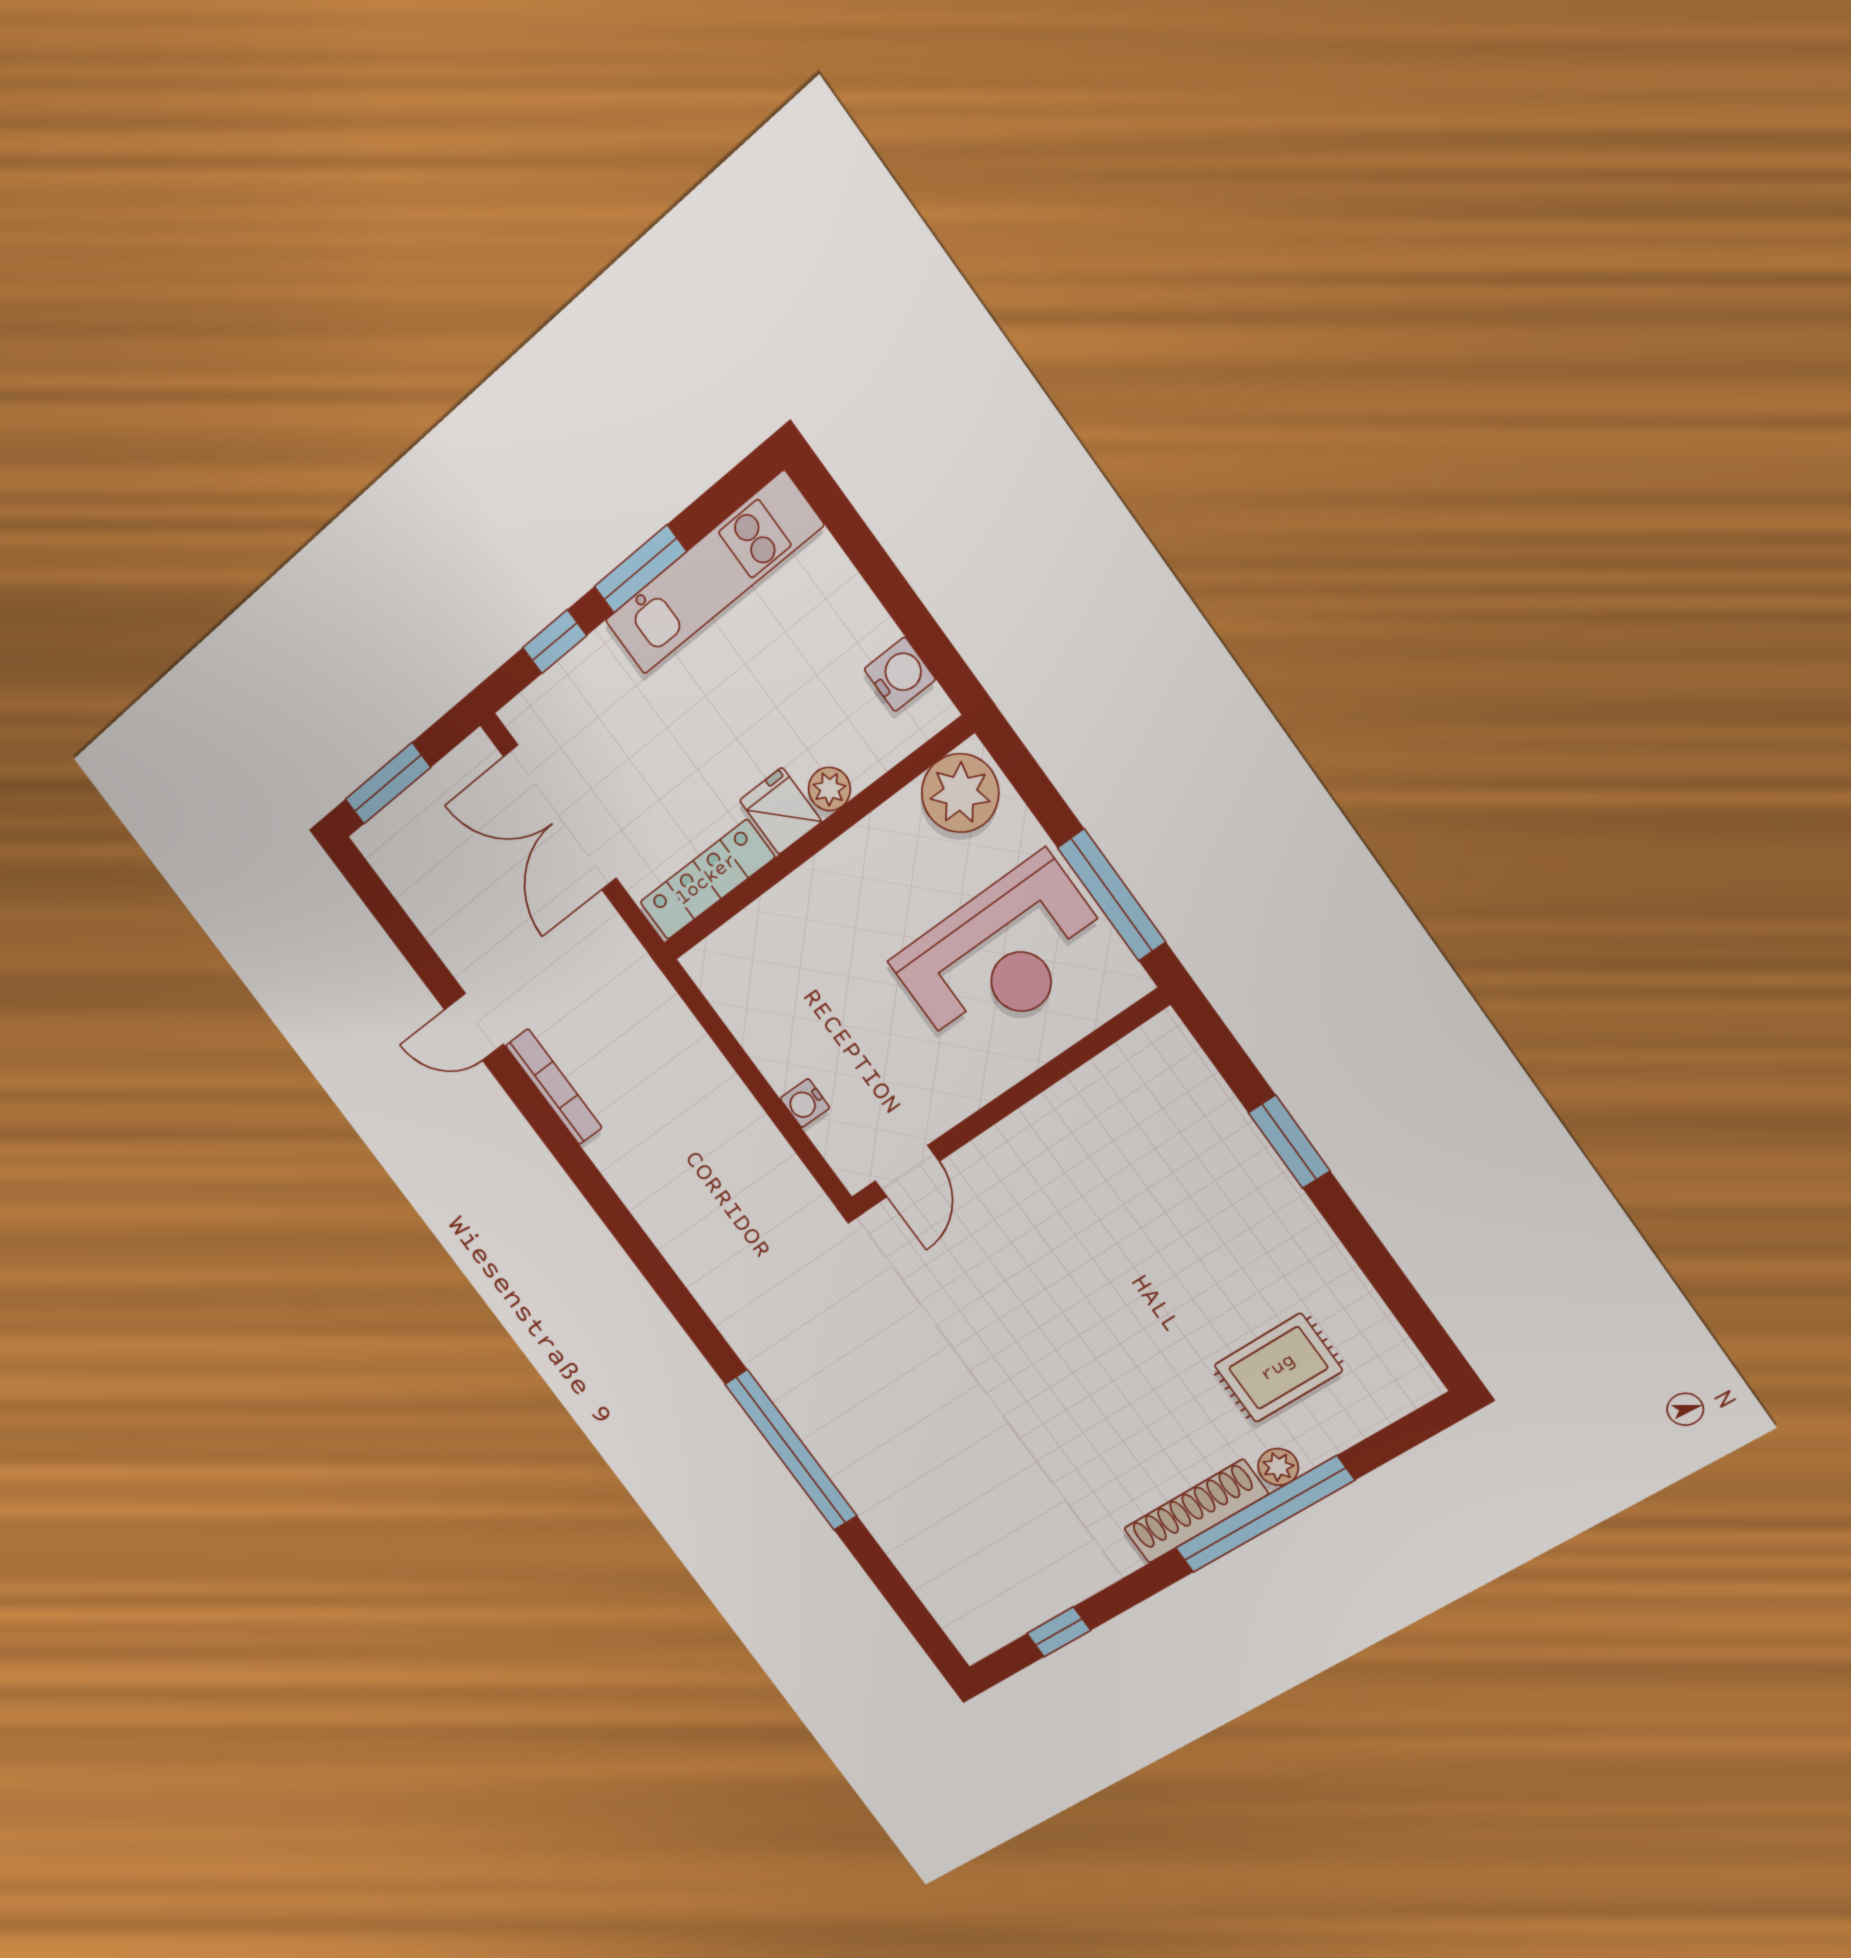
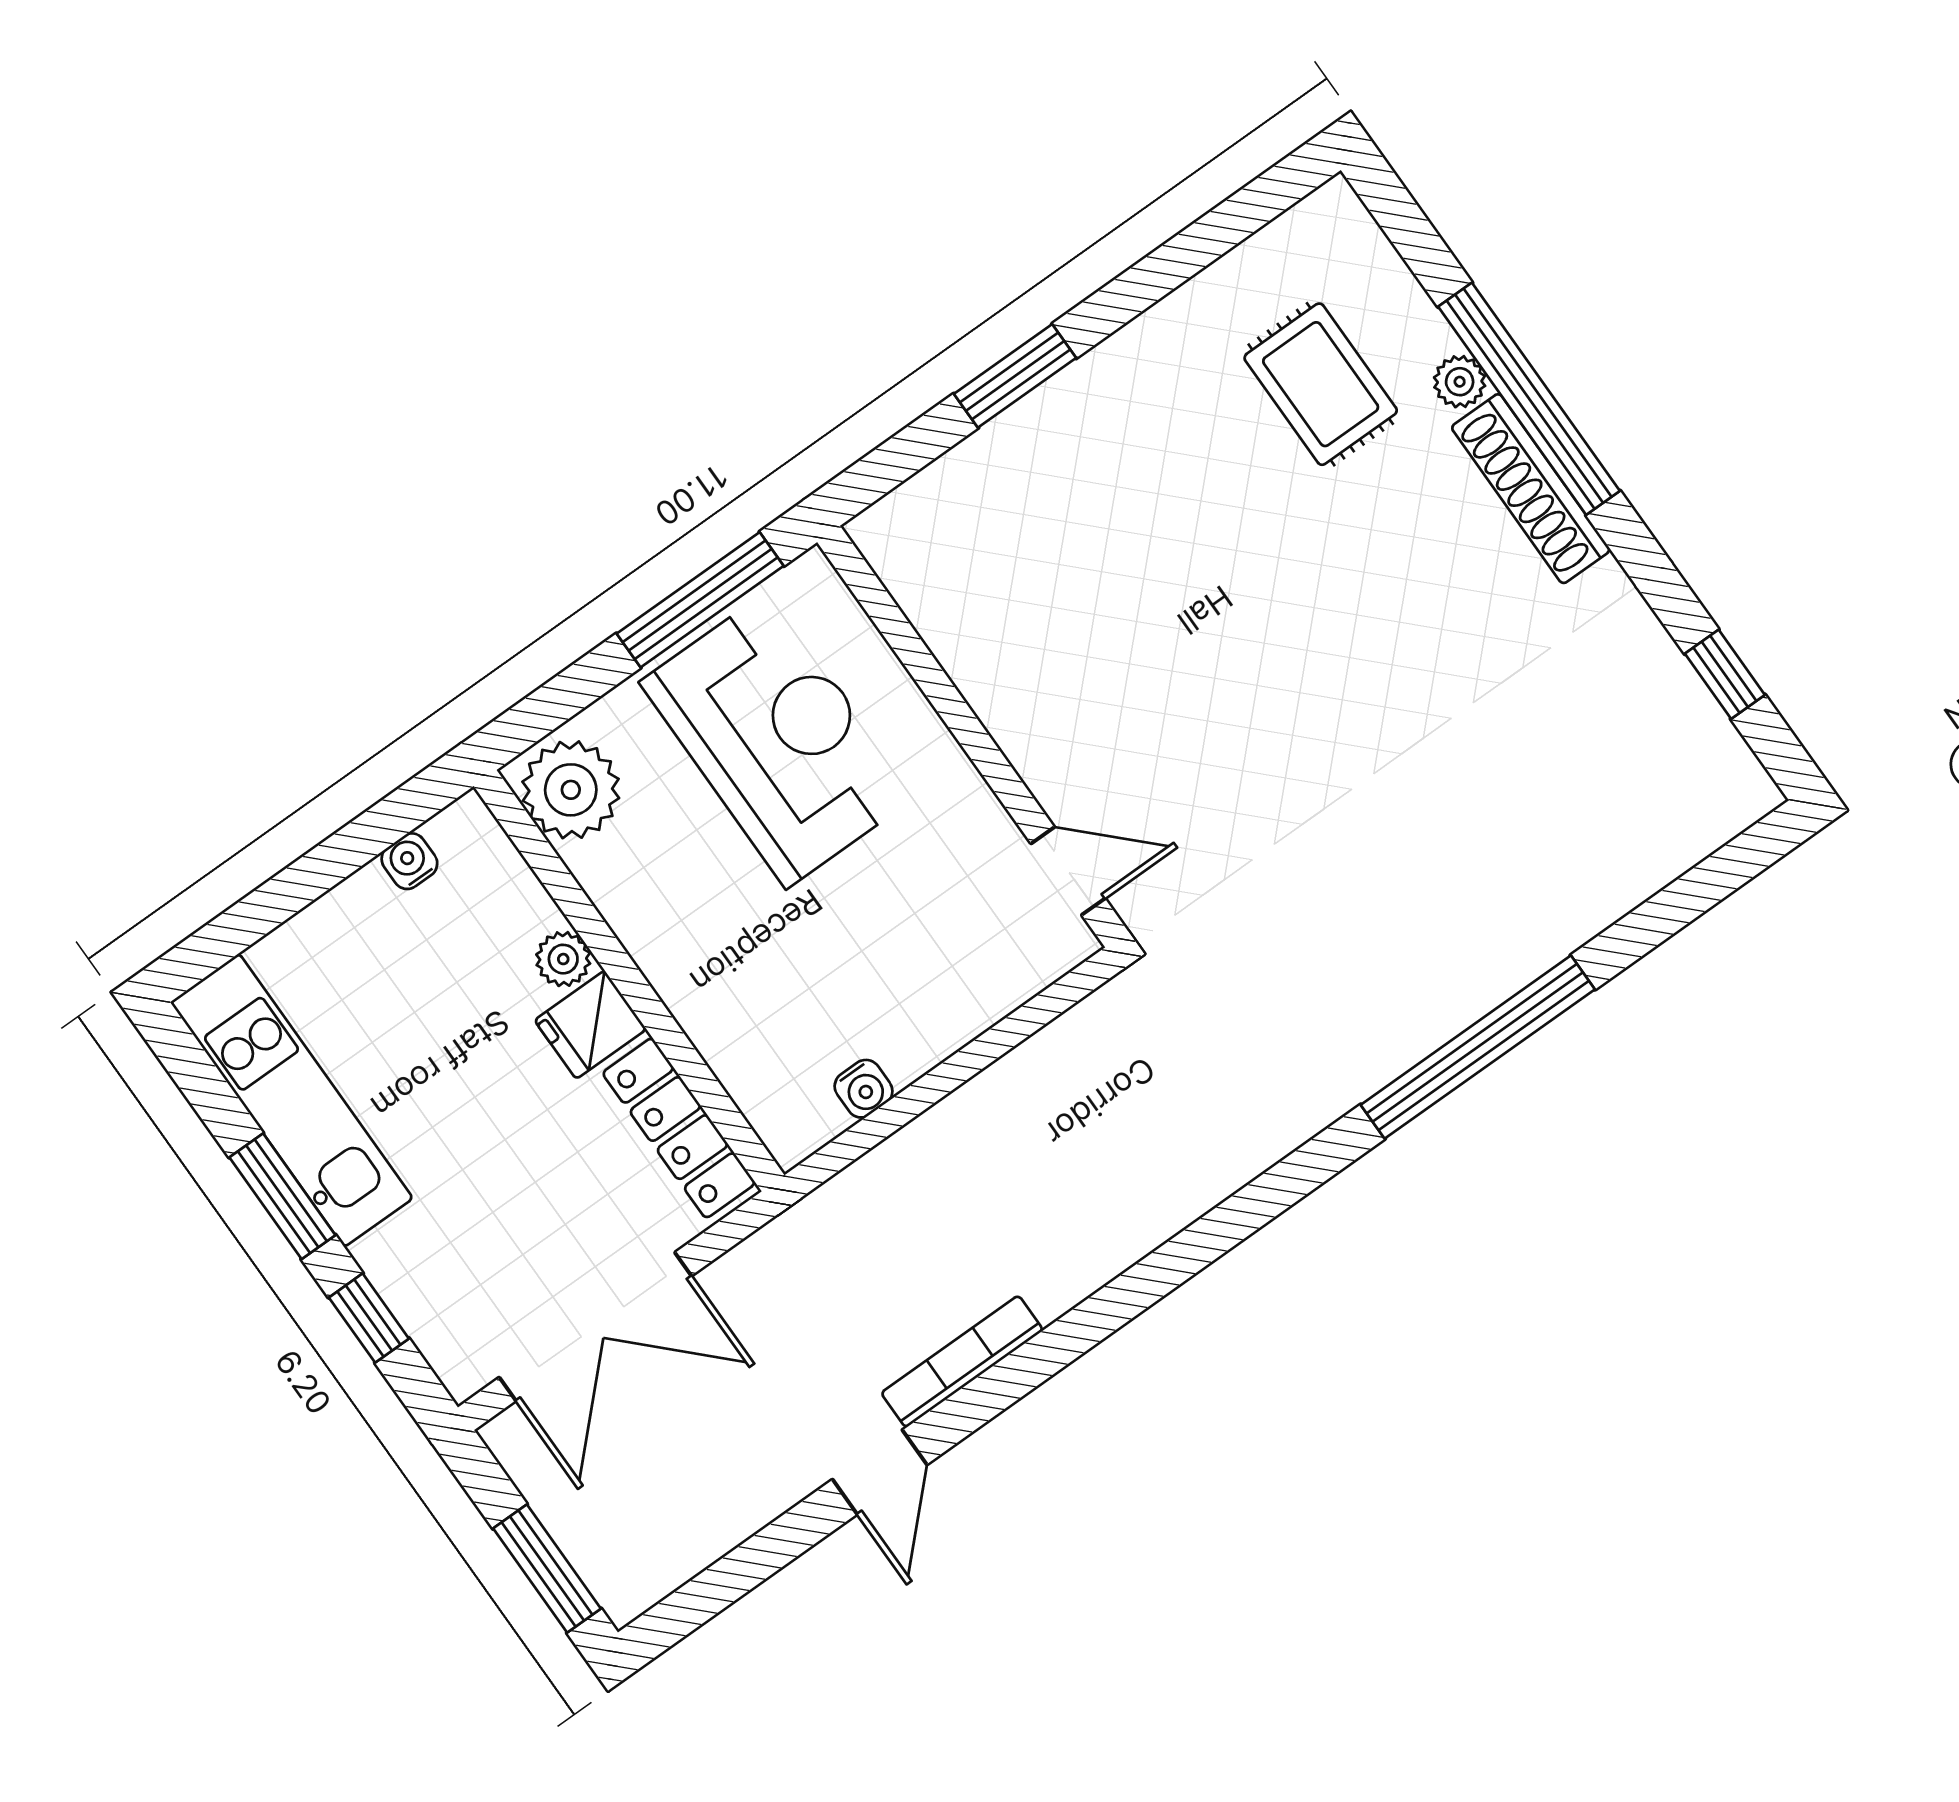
water cooler: (900, 674) -> (409, 861), width x0.72, depth x0.72
water cooler: (805, 1103) -> (864, 1089), moved

